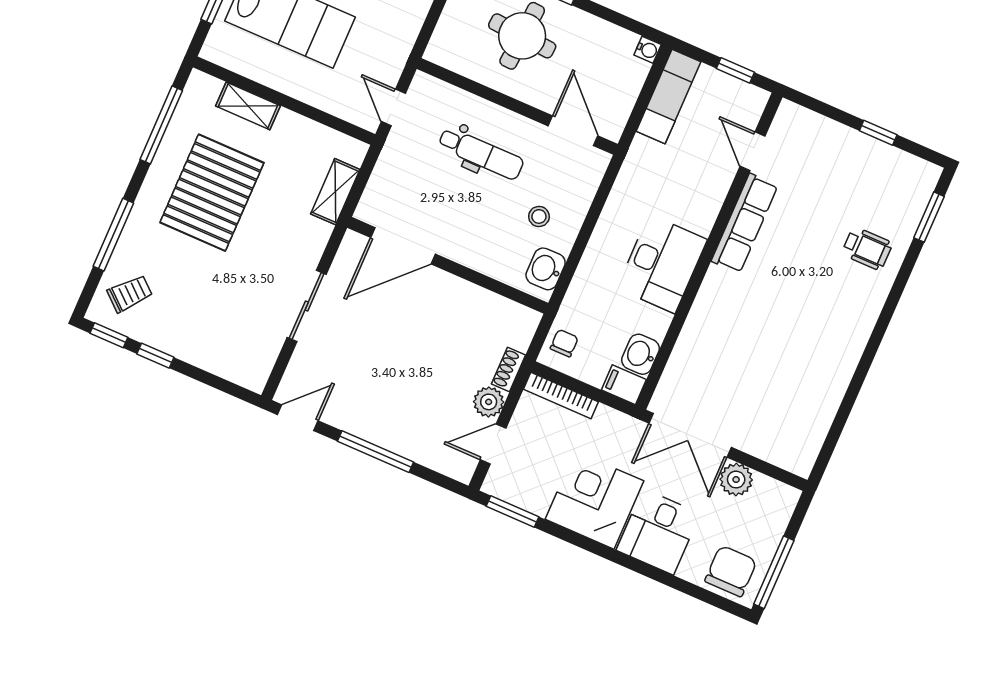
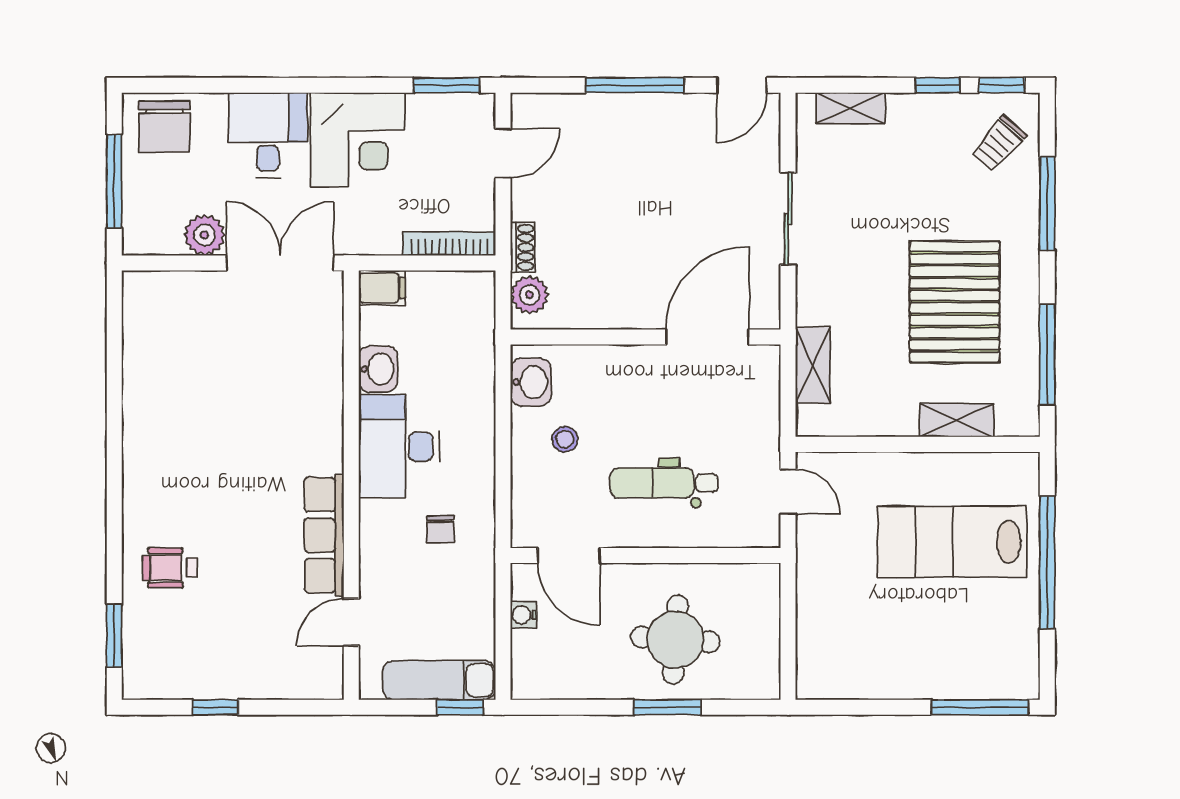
water cooler: (648, 50) -> (524, 615), moved
window: (735, 70) -> (460, 707), moved
exam couch: (669, 96) -> (439, 680), moved, turned 90
door: (752, 151) -> (351, 622), swing flipped
chair: (564, 343) -> (440, 529), moved
washbasin: (640, 354) -> (378, 369), moved
shelving: (226, 367) -> (851, 108), added
plant: (489, 402) -> (529, 295), moved
window: (774, 572) -> (114, 181), moved

